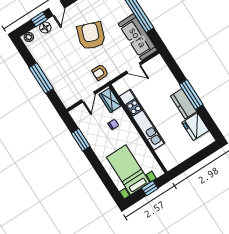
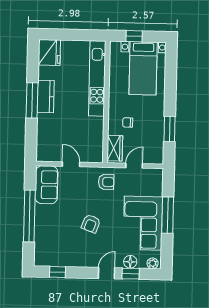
armchair: (91, 36) -> (91, 224), width x0.53, depth x0.53
sofa: (138, 37) -> (46, 185), width x0.73
corner sofa: (55, 61) -> (143, 223), added
kitchen unit: (142, 120) -> (97, 78), moved
fridge: (195, 127) -> (49, 52), moved

